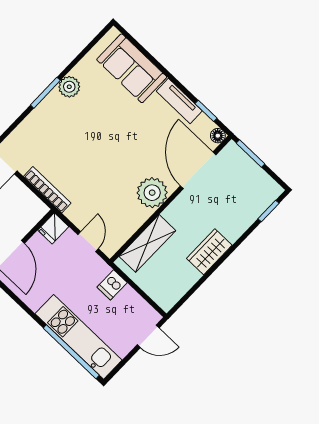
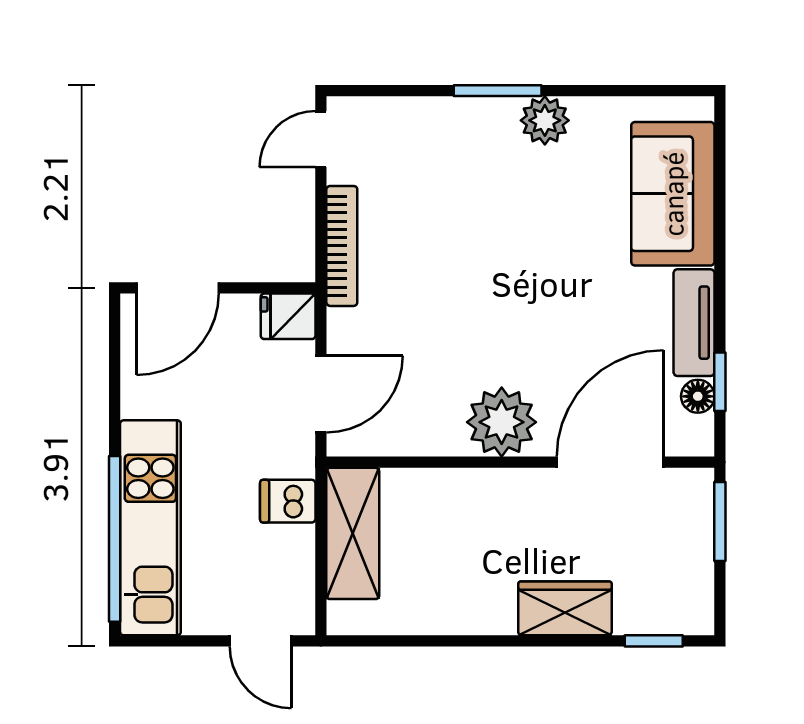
floor lamp: (218, 136) -> (698, 396), moved
door: (88, 242) -> (321, 394), width x1.38
shelving: (147, 243) -> (353, 533), moved, turned 90
wardrobe: (209, 252) -> (565, 608), moved

